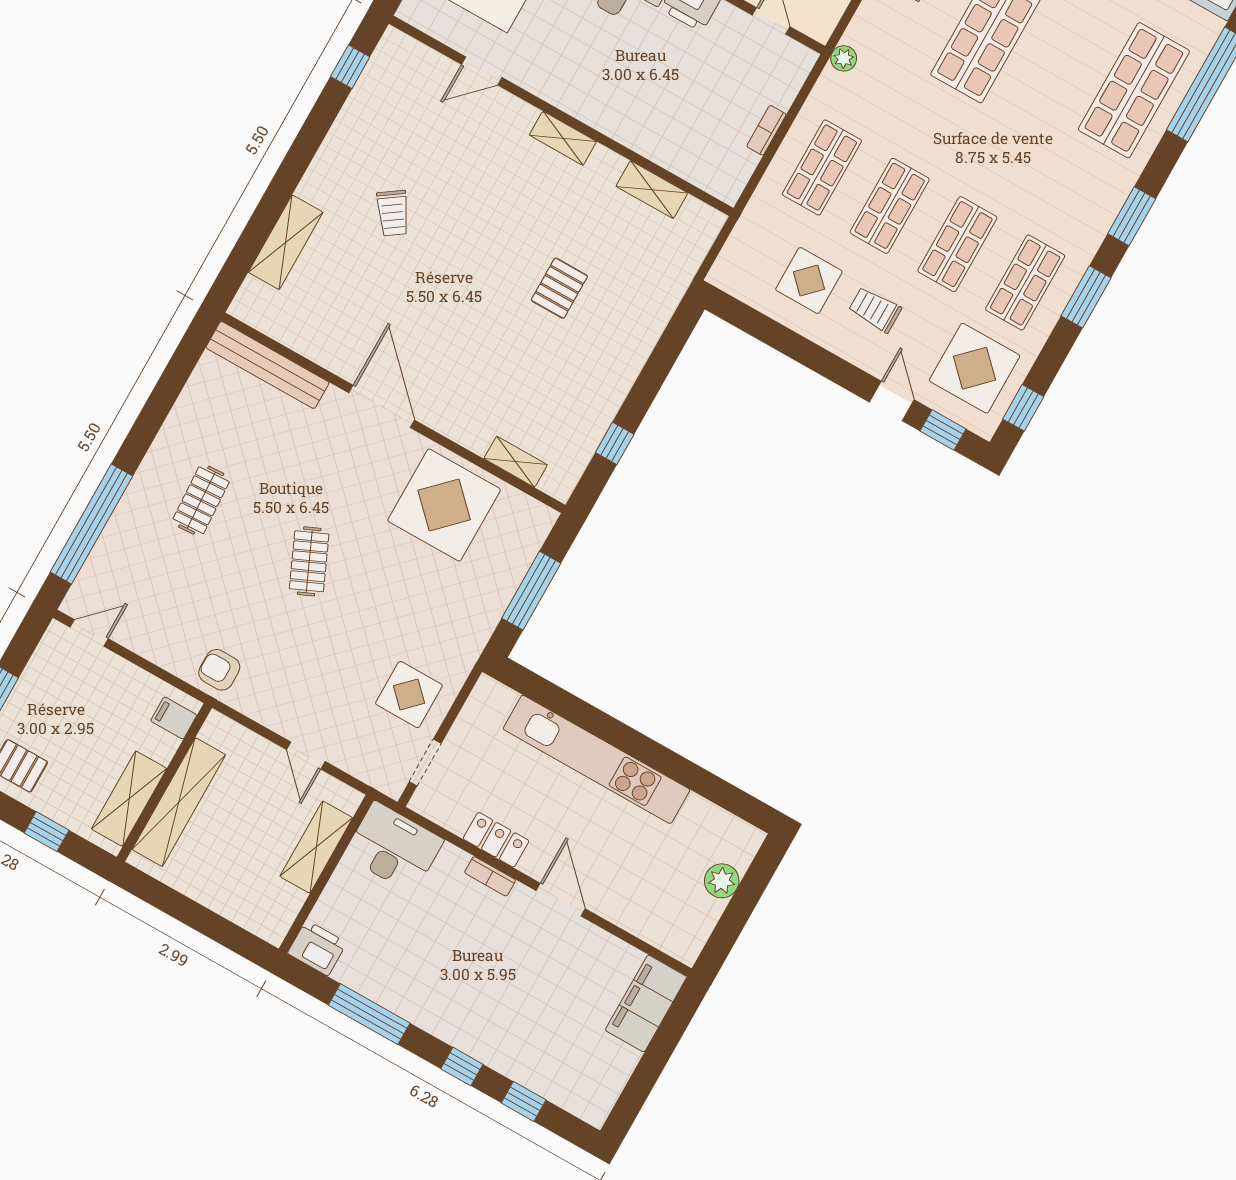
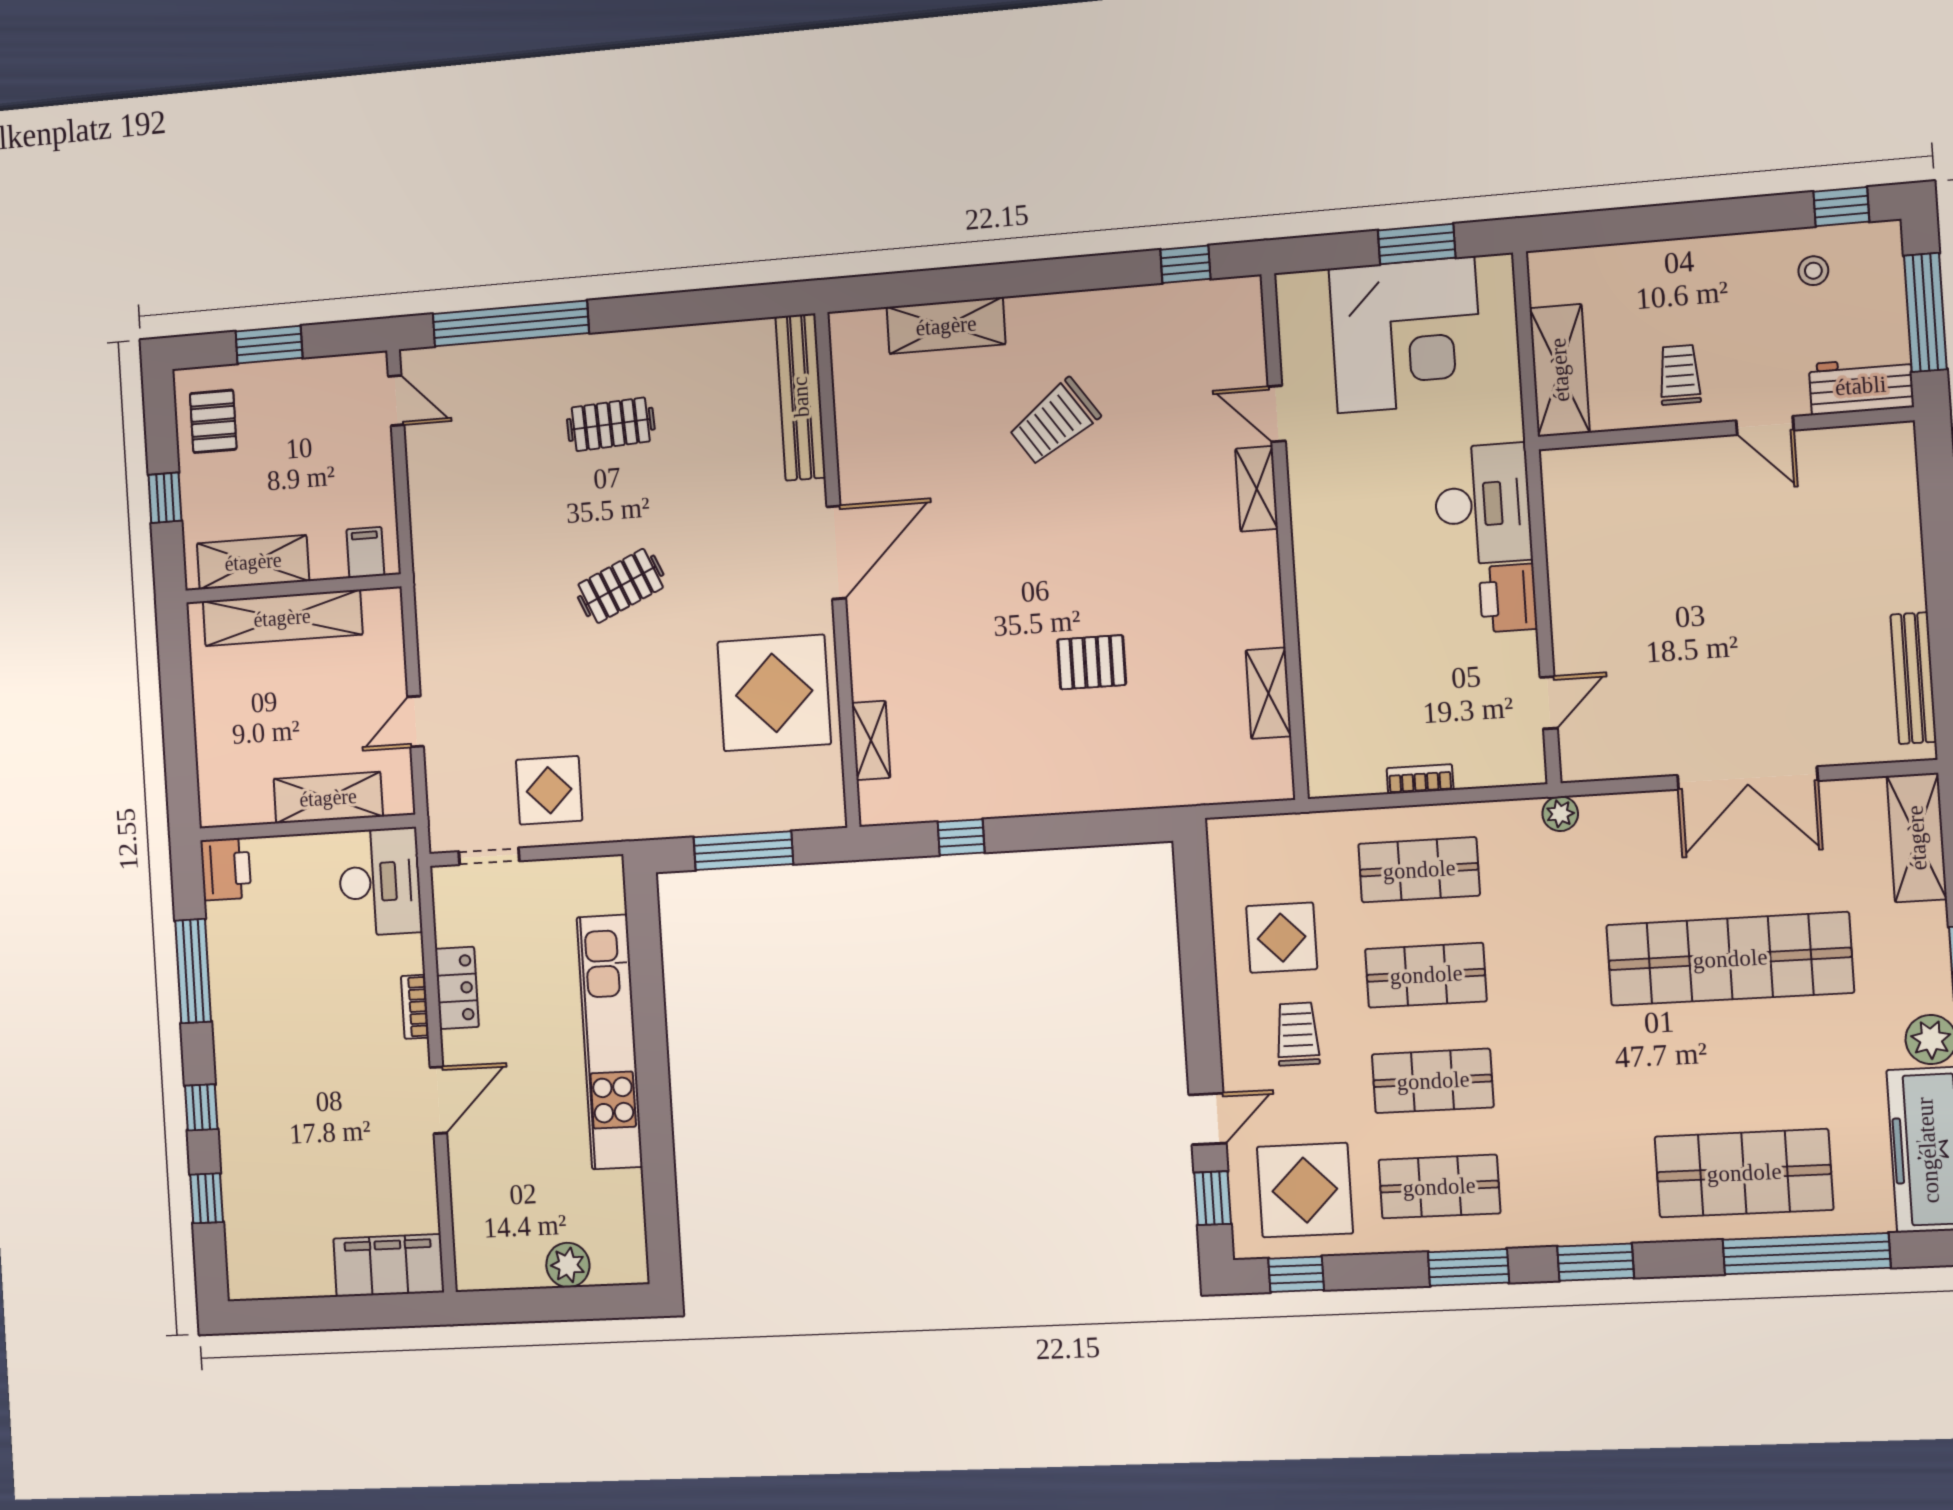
shelving: (563, 138) -> (1257, 489), moved
trolley: (393, 213) -> (1054, 422), width x1.36, depth x1.39
armchair: (219, 670) -> (446, 567), removed

